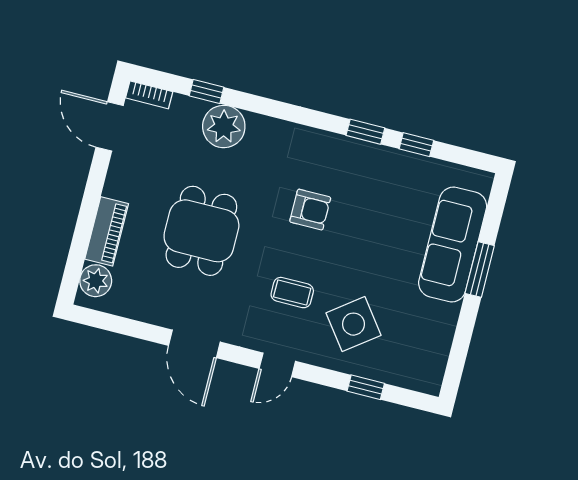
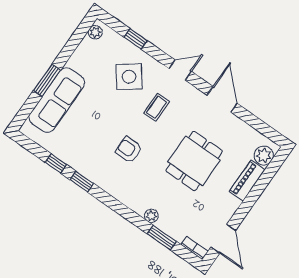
window: (206, 91) -> (162, 238), width x1.50
plant: (224, 126) -> (151, 216), width x0.53, depth x0.53
coffee table: (292, 293) -> (157, 107), turned 90
plant: (433, 374) -> (95, 32), added

